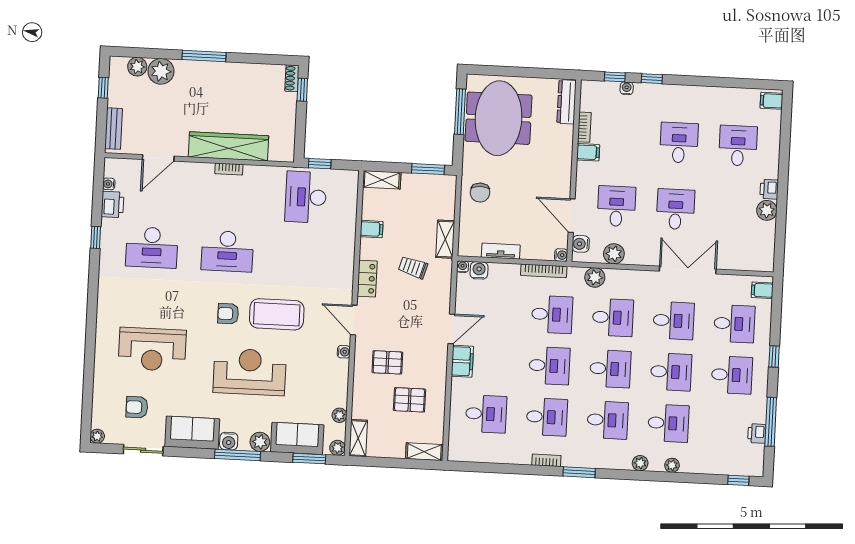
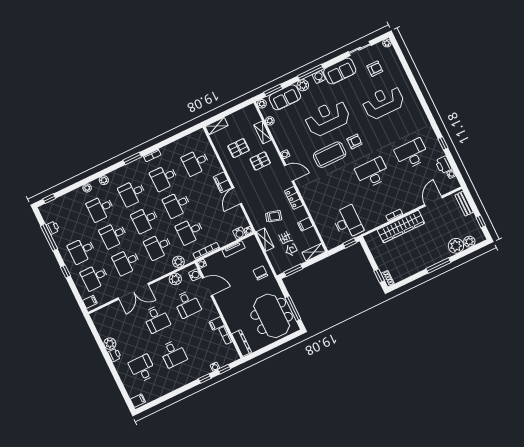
desk: (738, 146) -> (142, 368), turned 180
reception desk: (250, 372) -> (327, 118), turned 180
shelving: (358, 438) -> (263, 132), moved

